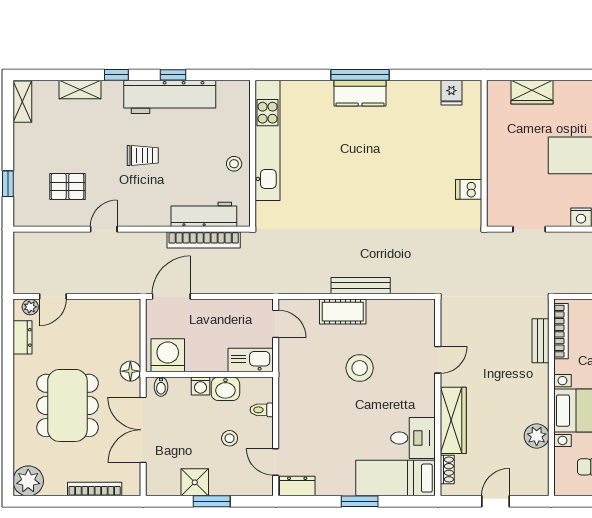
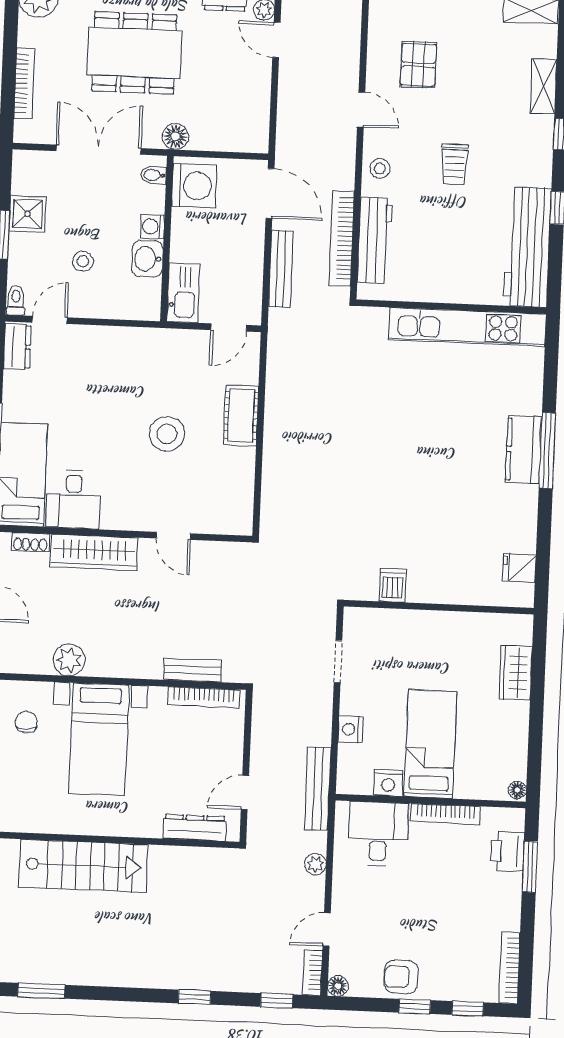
workbench: (170, 97) -> (527, 247), moved
stool: (234, 164) -> (380, 168), moved
bench: (361, 286) -> (281, 269), moved
toilet: (262, 410) -> (16, 300), moved

